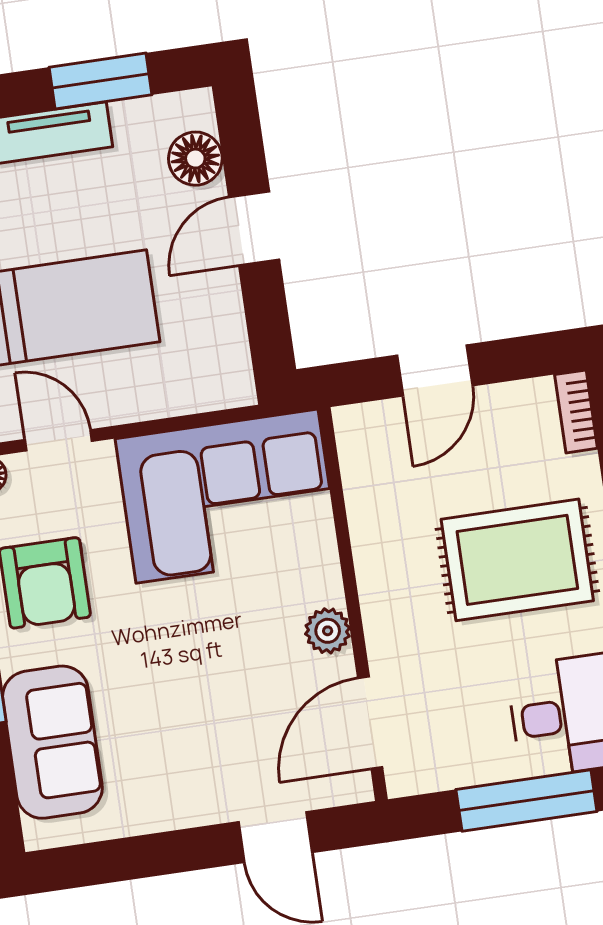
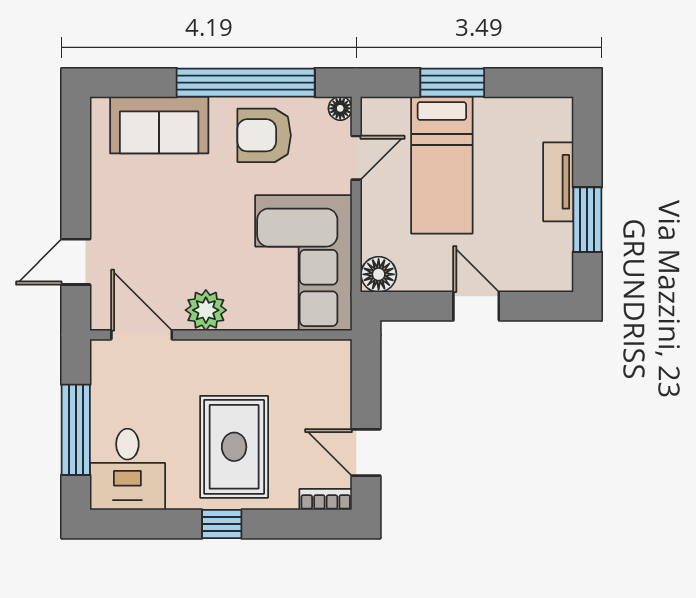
floor lamp: (195, 159) -> (379, 274), moved
door: (435, 370) -> (366, 452), moved
plant: (328, 631) -> (206, 310), width x1.38, depth x1.38

